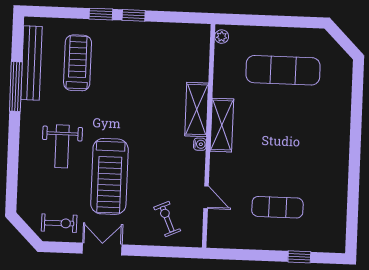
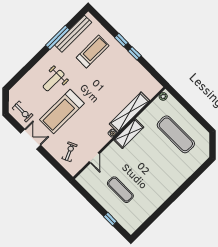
shelving: (197, 110) -> (129, 112), width x1.47

